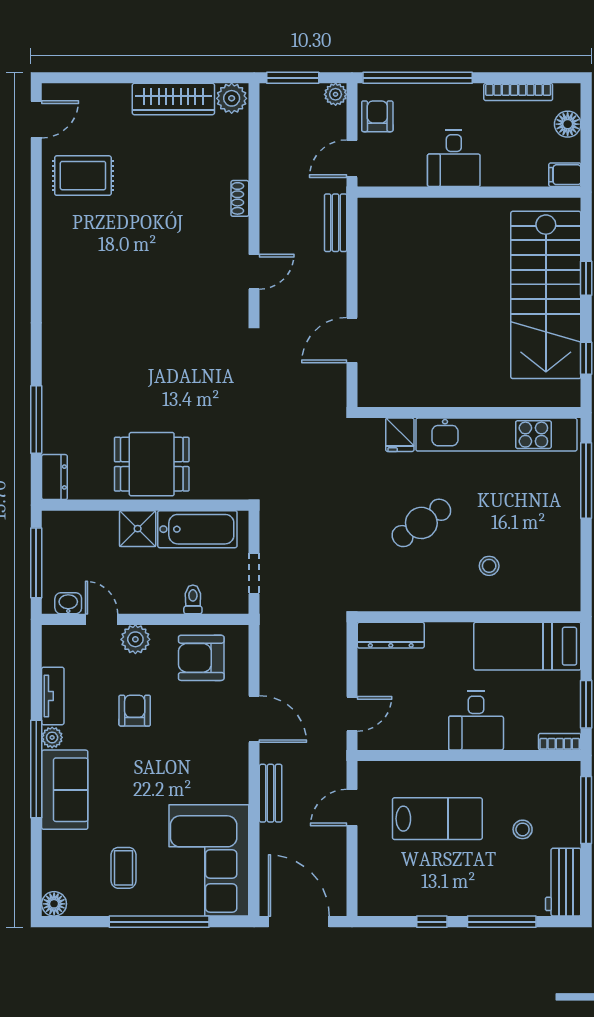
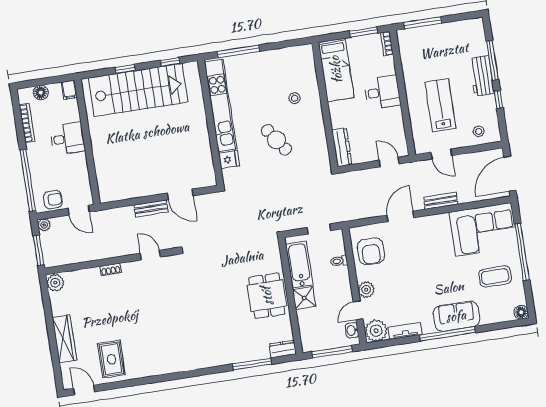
wardrobe: (173, 99) -> (64, 339), moved
armchair: (377, 116) -> (53, 200), turned 180
desk: (454, 158) -> (67, 139), moved
bench: (336, 223) -> (151, 208), moved
armchair: (135, 711) -> (406, 284), removed
plant: (52, 737) -> (376, 331), moved, width x1.88, depth x1.88
stool: (523, 829) -> (479, 131), moved
coffee table: (124, 868) -> (495, 277), width x1.36, depth x1.30
workbench: (563, 882) -> (482, 76), moved, turned 90

